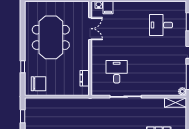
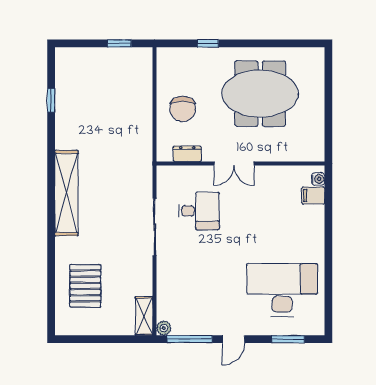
desk: (161, 25) -> (282, 290), width x1.87, depth x1.30
double door: (90, 29) -> (234, 164), moved
chair: (39, 84) -> (183, 109), moved

